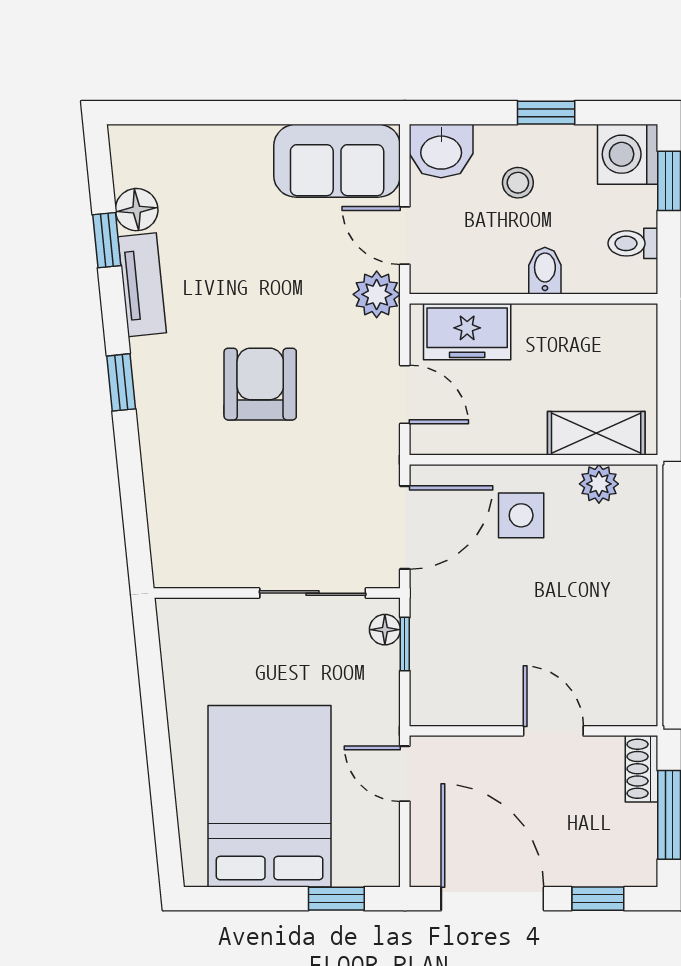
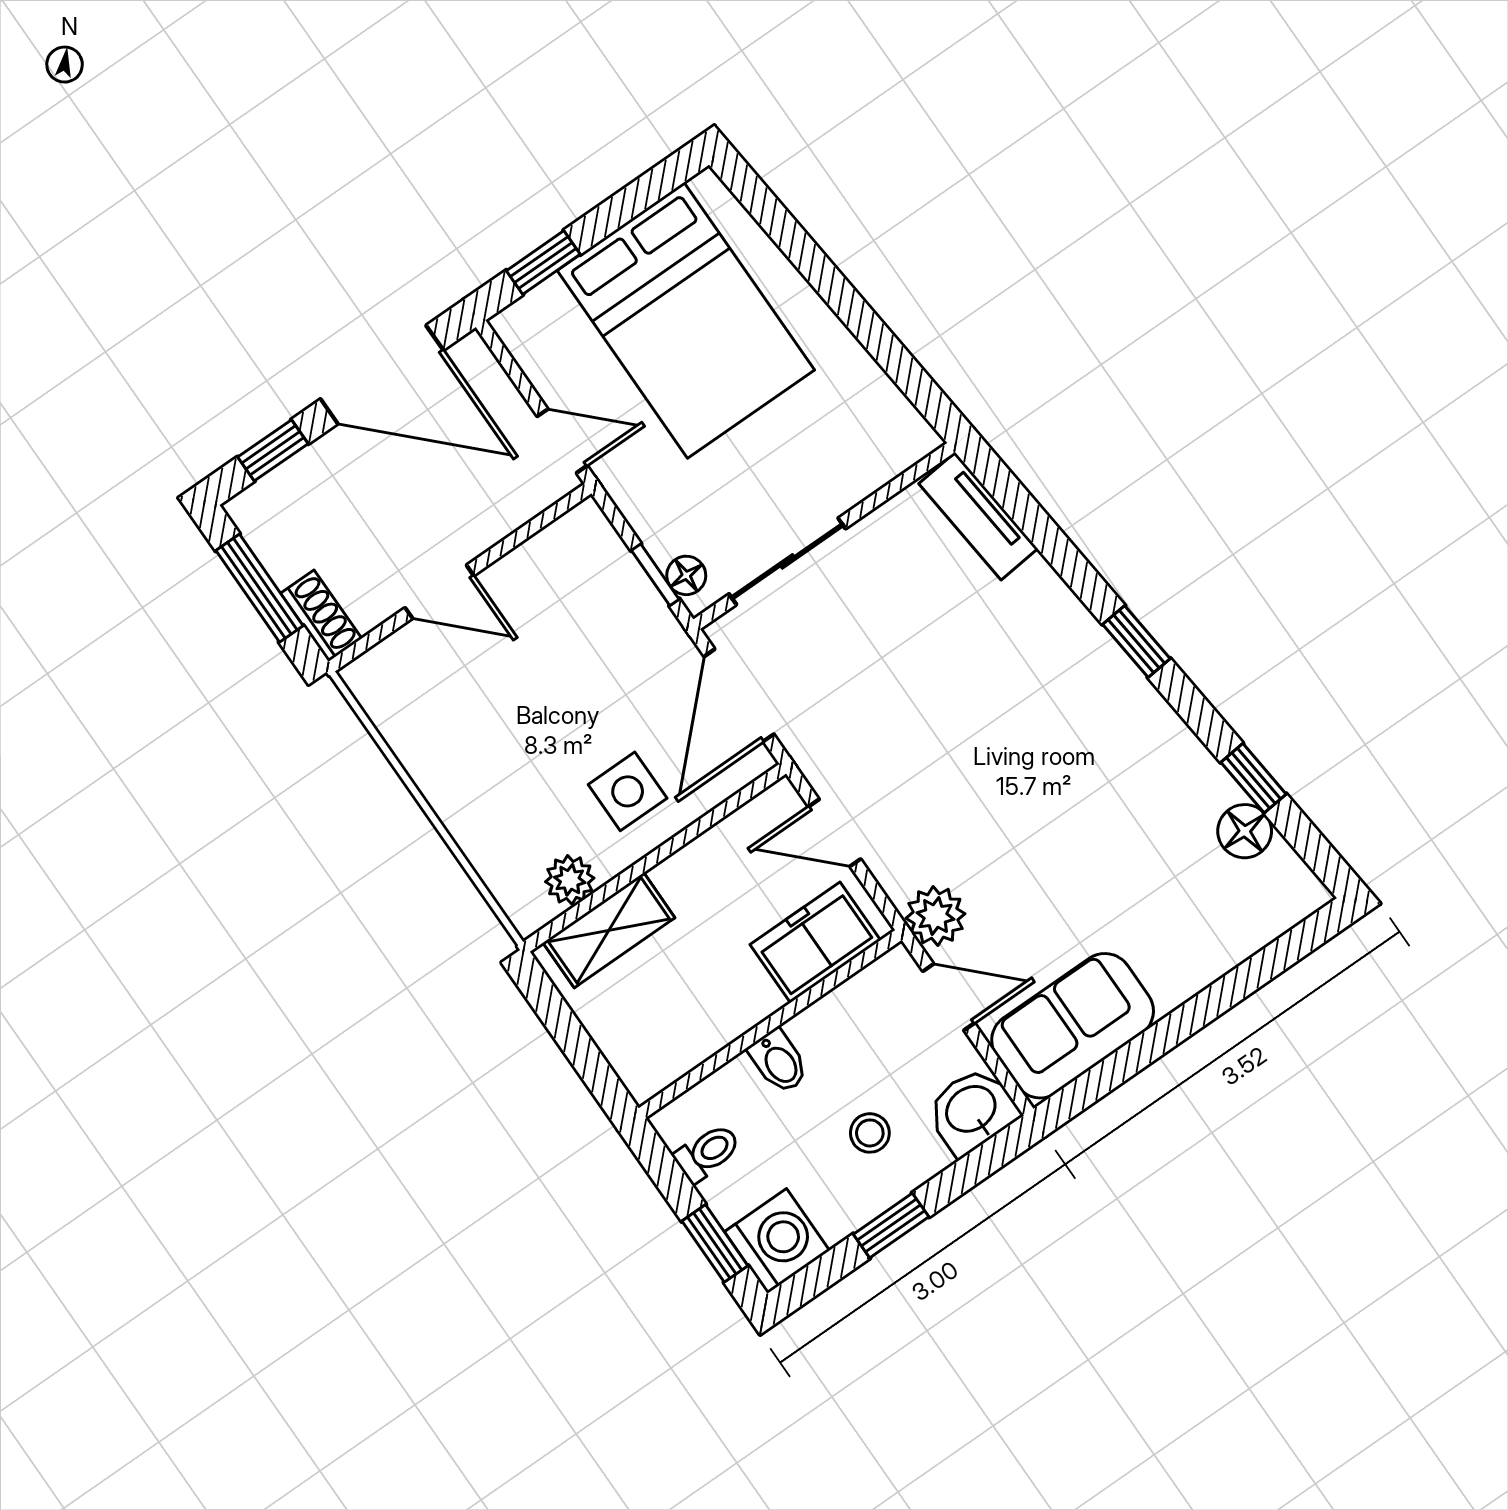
tv unit: (142, 285) -> (978, 516), moved
armchair: (260, 384) -> (992, 740), removed

